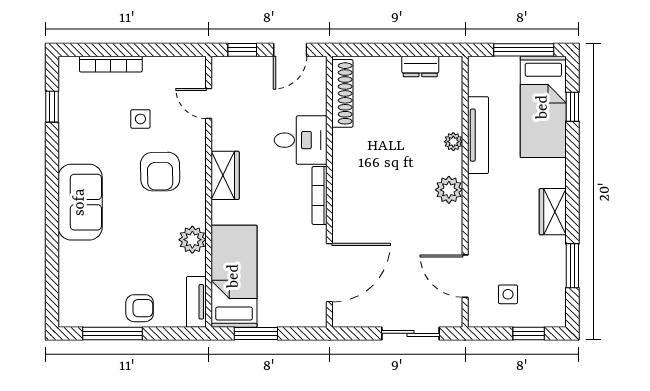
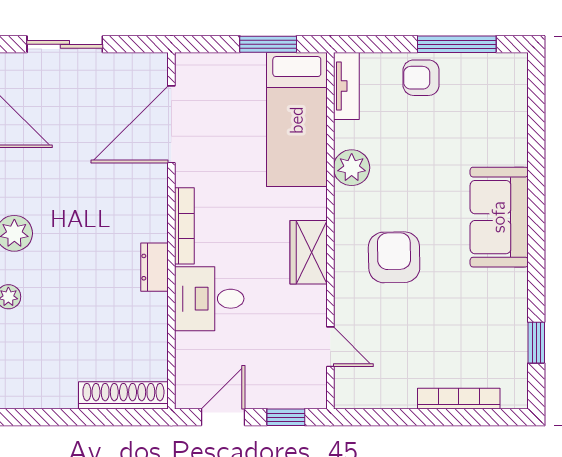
dresser: (420, 66) -> (154, 267), moved, turned -90
shoe rack: (342, 93) -> (123, 395), moved, turned 90
side table: (140, 119) -> (420, 326), removed

